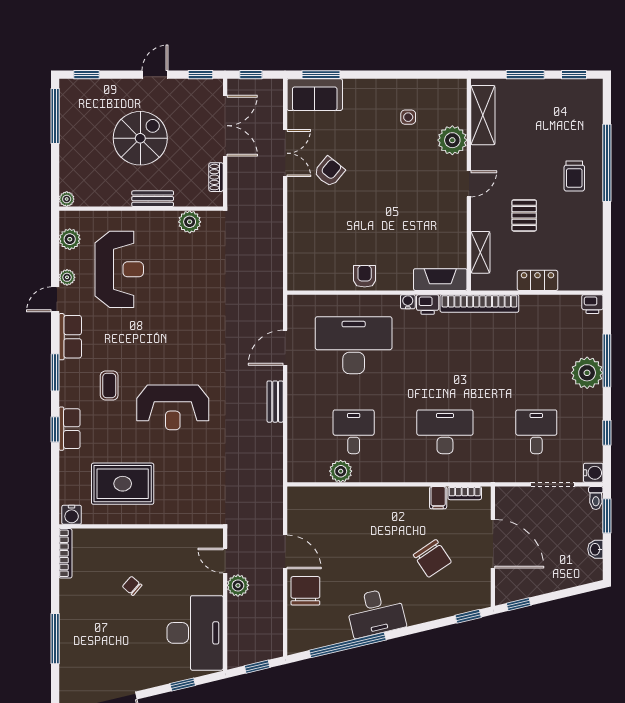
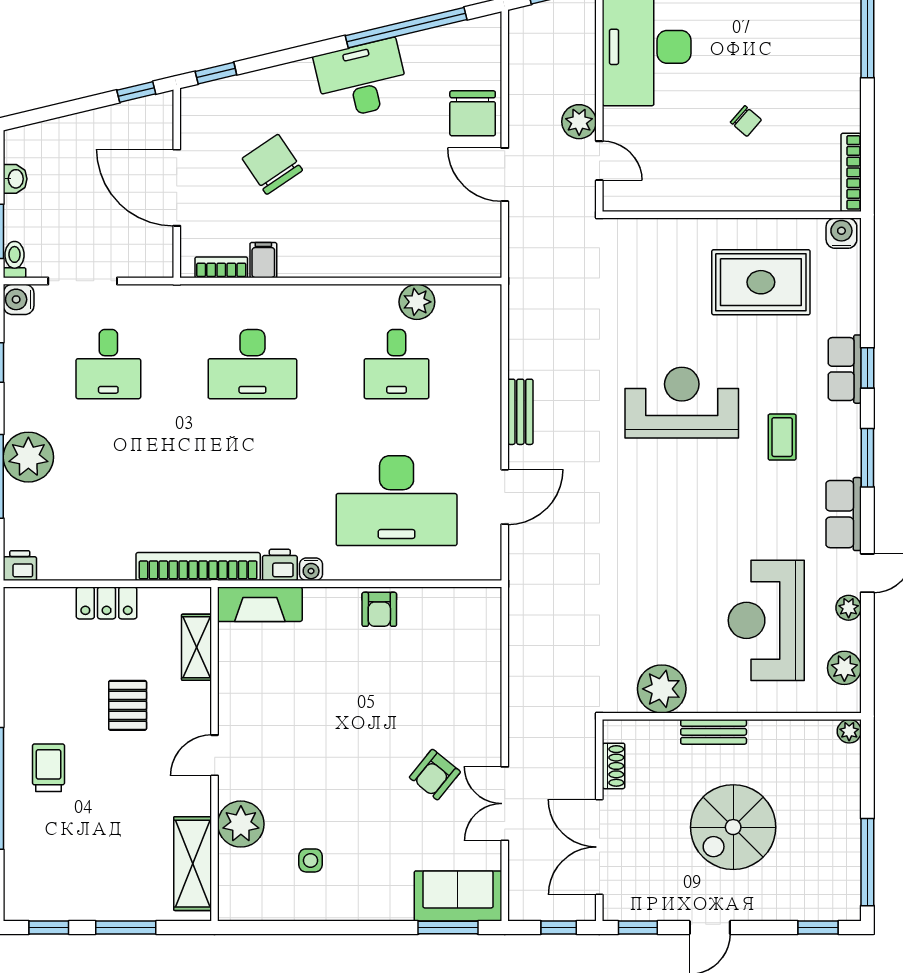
plant: (190, 222) -> (662, 689), width x1.36, depth x1.36

